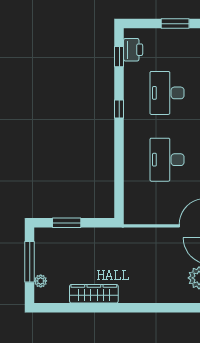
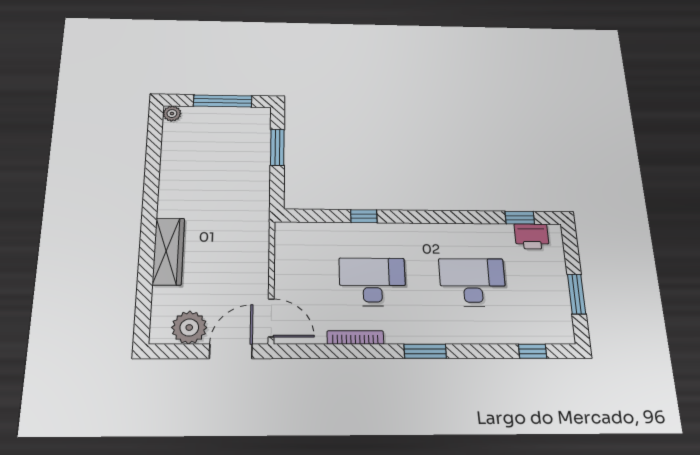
window: (119, 109) -> (364, 216), moved
plant: (41, 281) -> (172, 114), moved
wardrobe: (94, 294) -> (168, 251), moved

